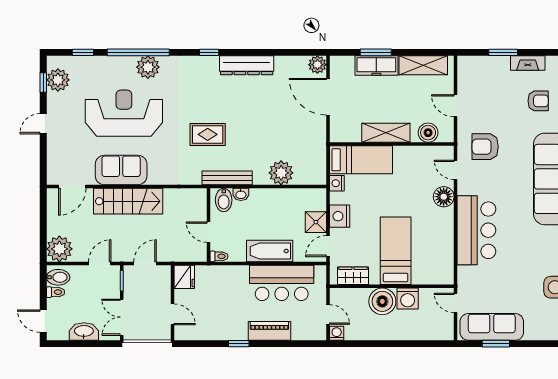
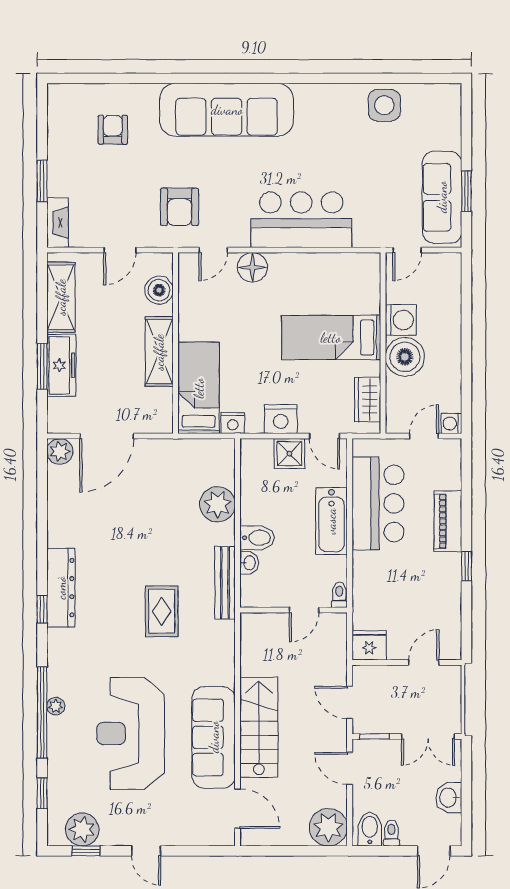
fireplace: (528, 63) -> (58, 223), moved
dresser: (247, 65) -> (61, 588), moved
plant: (148, 67) -> (56, 706), width x0.53, depth x0.53
sofa: (121, 170) -> (214, 737), width x1.36
bidet: (224, 200) -> (257, 538), moved
washbasin: (84, 331) -> (449, 798), width x0.72

